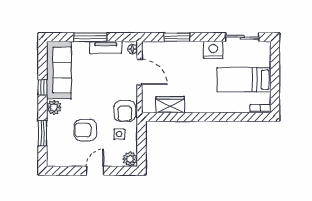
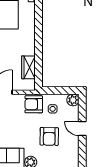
armchair: (125, 111) -> (34, 104), turned 180

